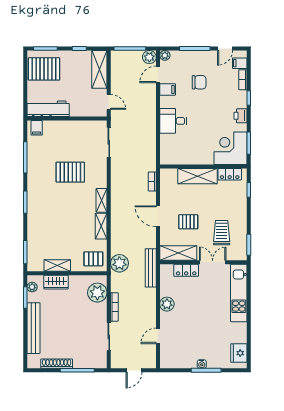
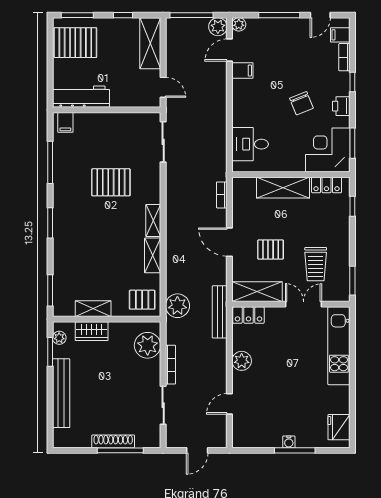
chair: (199, 82) -> (301, 103), moved, turned 68
desk: (173, 121) -> (250, 144), moved
trolley: (222, 233) -> (316, 264), turned 180
locker: (186, 270) -> (248, 315), moved
shoe rack: (57, 364) -> (113, 441), moved

